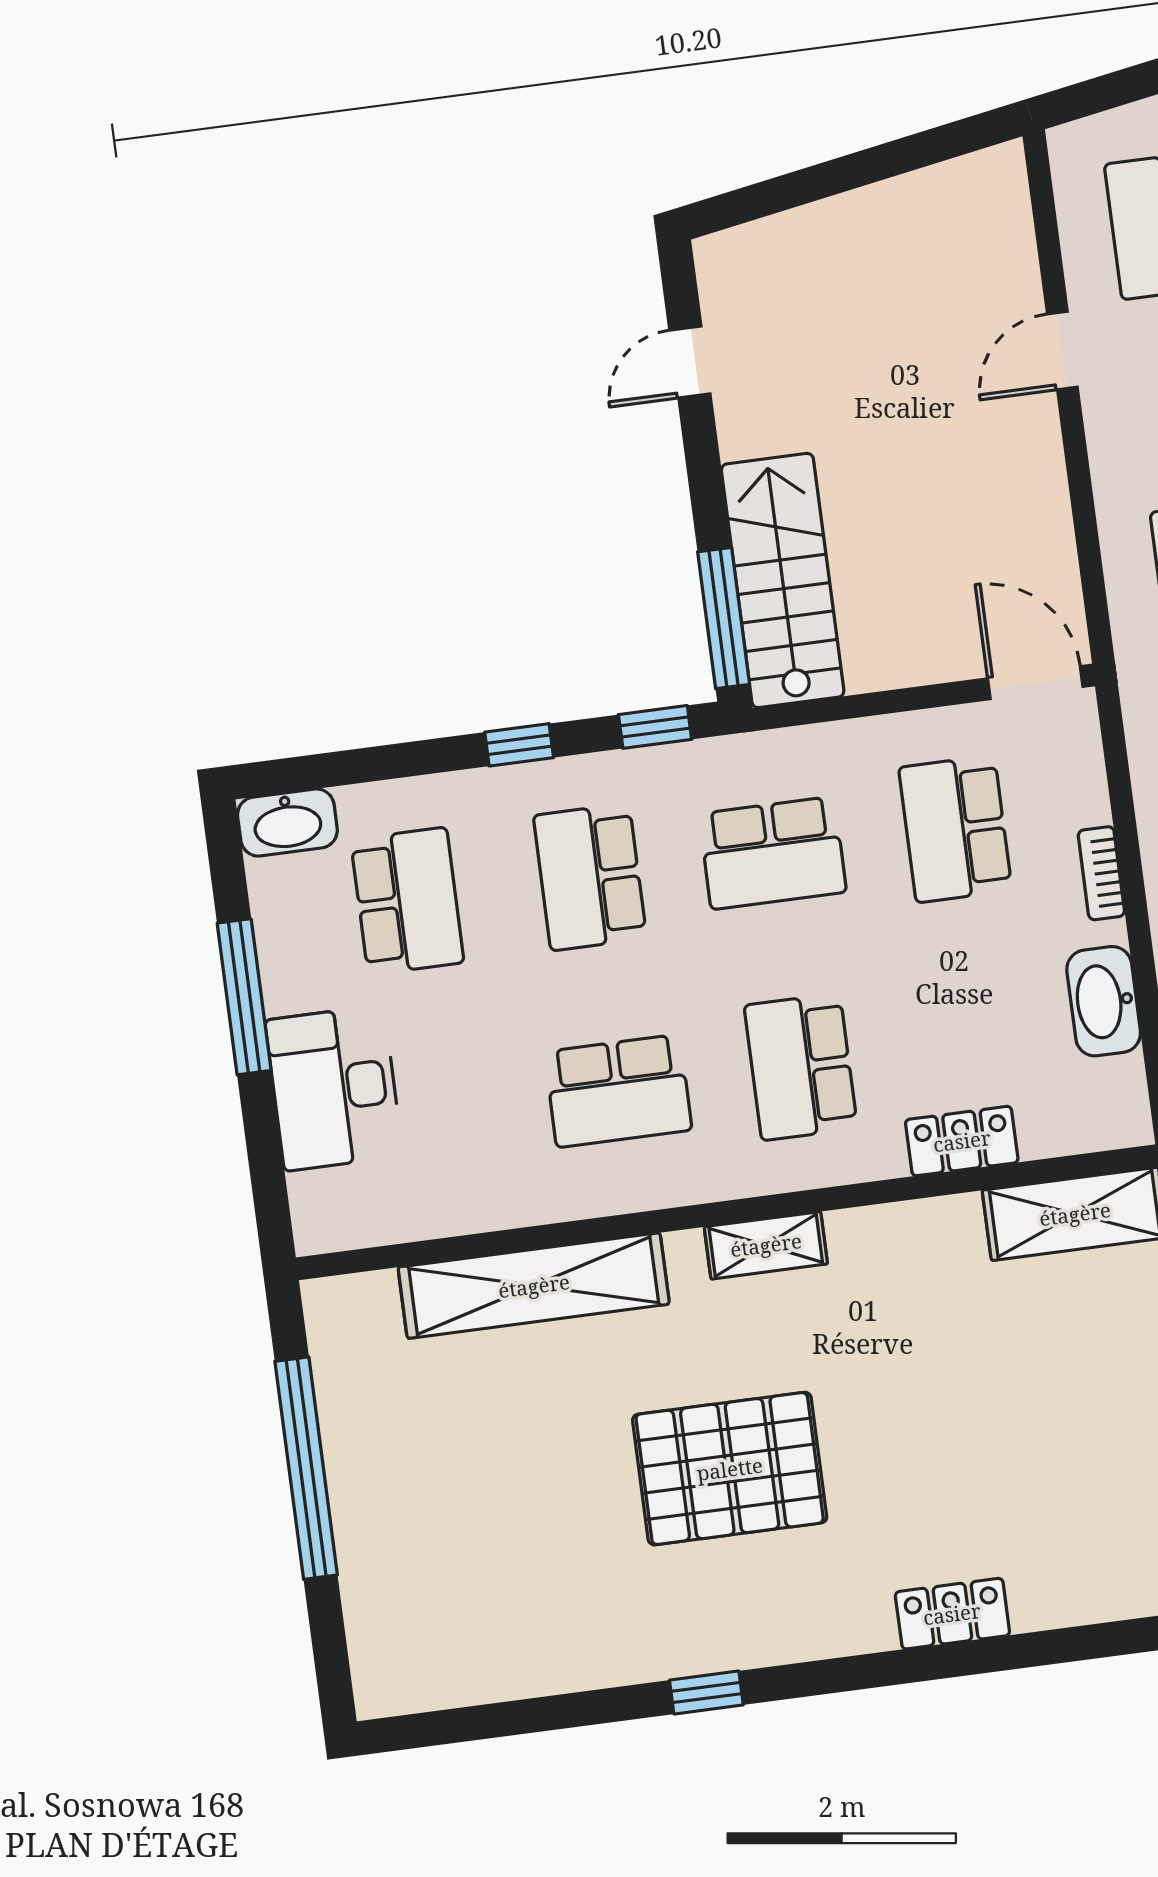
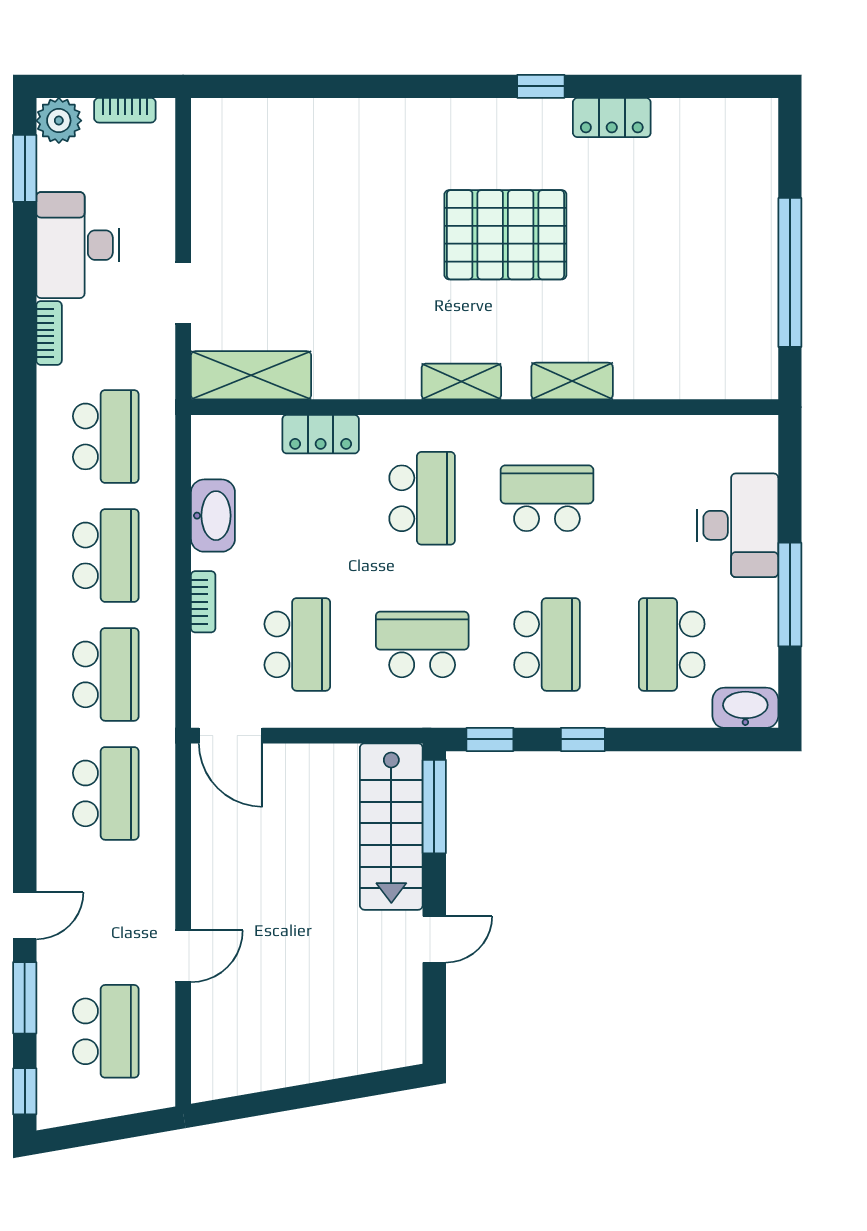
door: (690, 362) -> (434, 939), moved
shelving: (534, 1286) -> (572, 381), width x0.45, depth x0.75
locker: (952, 1614) -> (612, 118), moved

